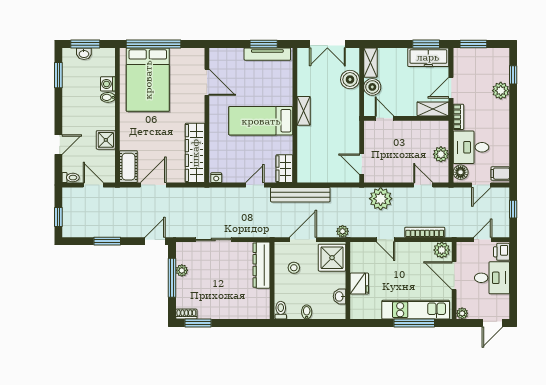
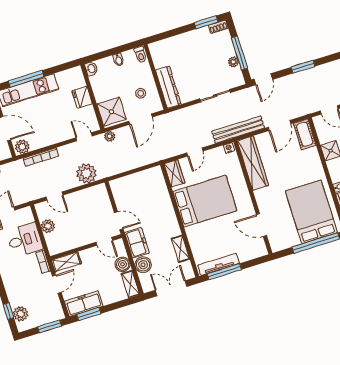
window: (264, 44) -> (224, 272), width x1.44
plant: (501, 91) -> (21, 314), moved
freezer: (349, 106) -> (137, 243), added
shelving: (304, 111) -> (180, 249), moved
bed: (261, 121) -> (205, 201), width x1.50
door: (362, 164) -> (119, 221), moved
floor lamp: (461, 172) -> (27, 216), removed
bench: (300, 195) -> (238, 130), moved
door: (386, 240) -> (84, 137), moved
washbasin: (339, 296) -> (91, 69), moved

